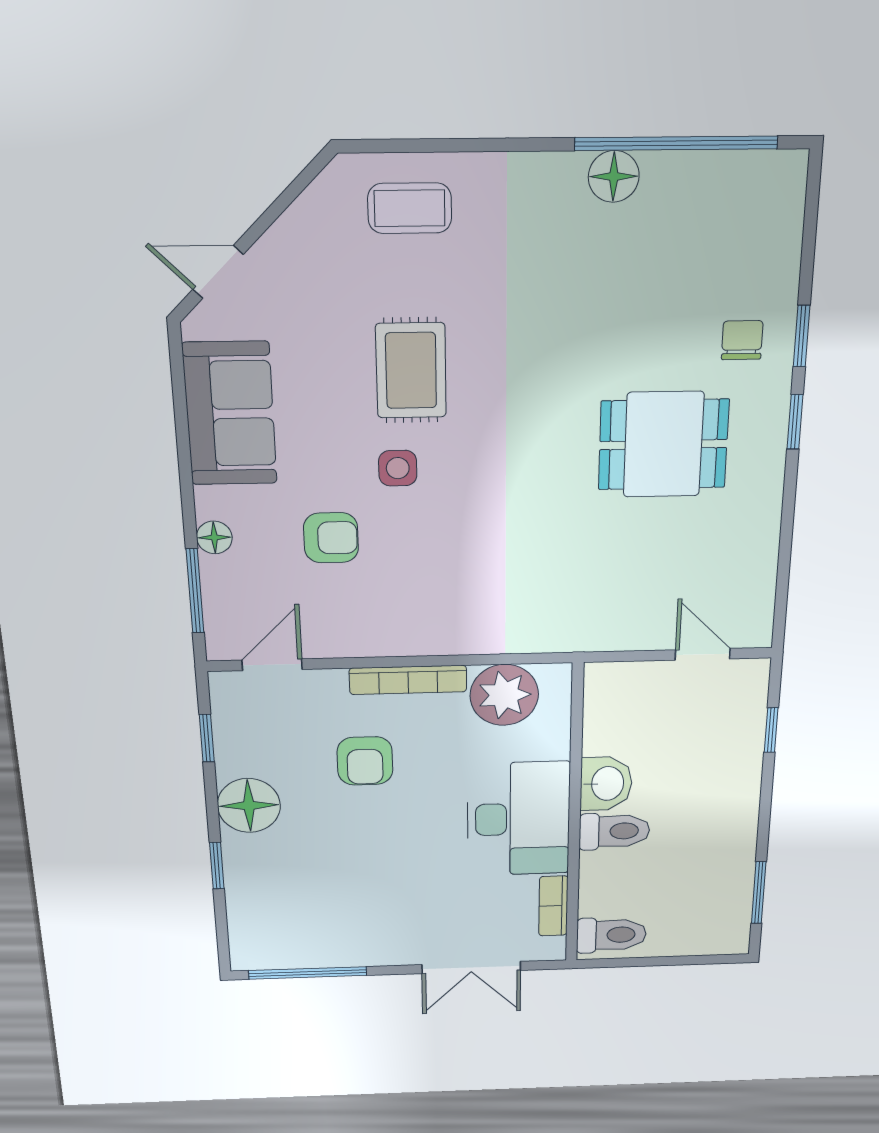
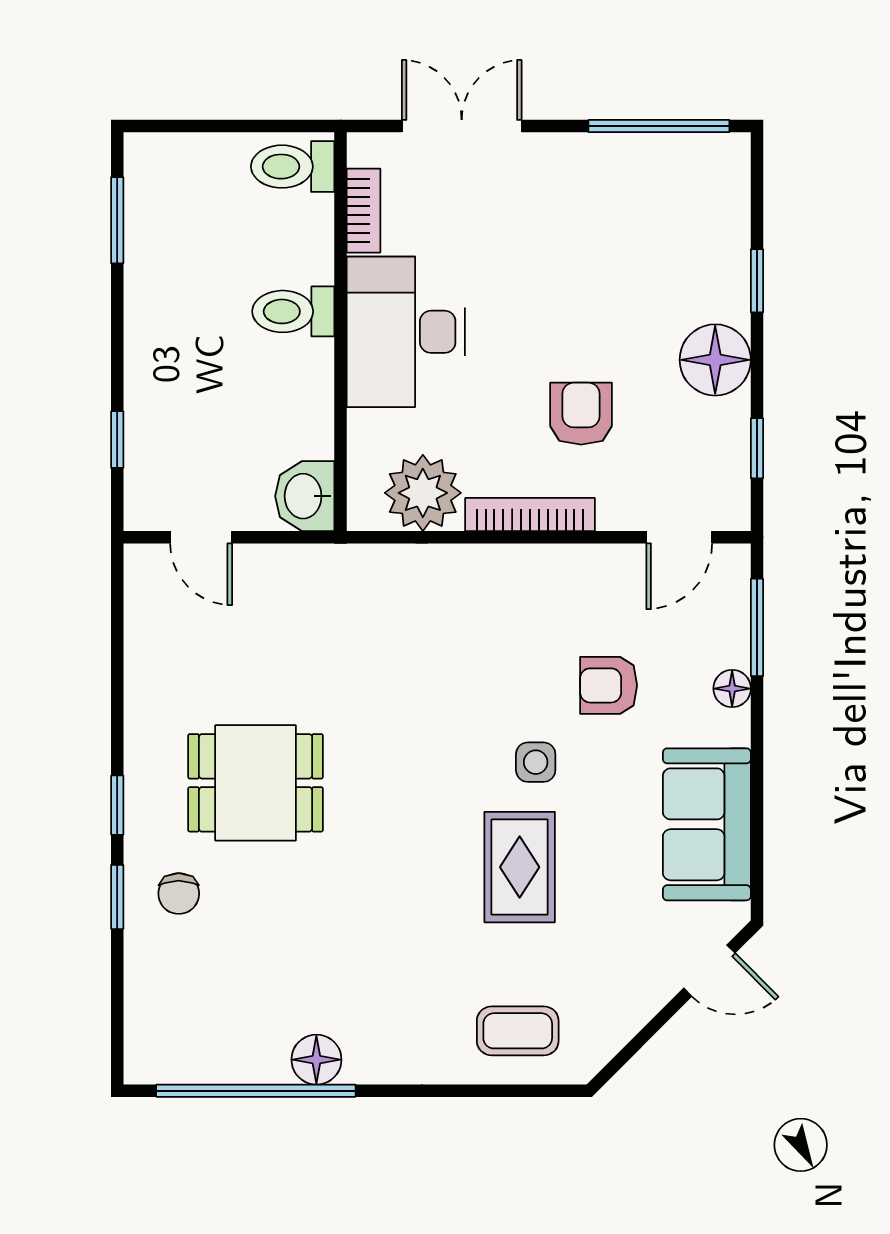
washbasin: (606, 784) -> (305, 496), moved

